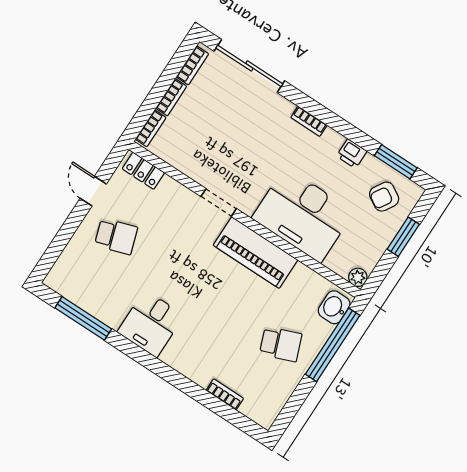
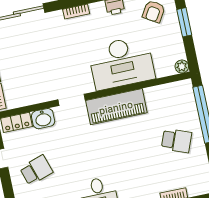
washbasin: (334, 307) -> (43, 119), moved, turned -90
school desk: (281, 344) -> (177, 141), turned 42

